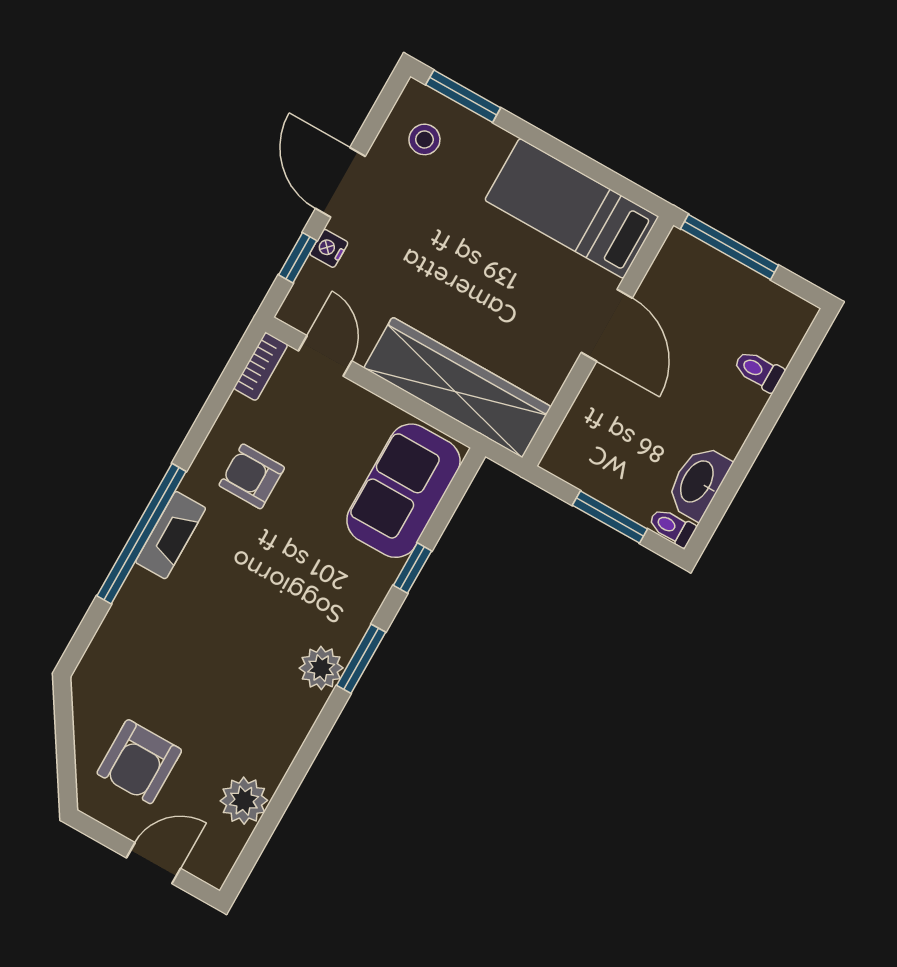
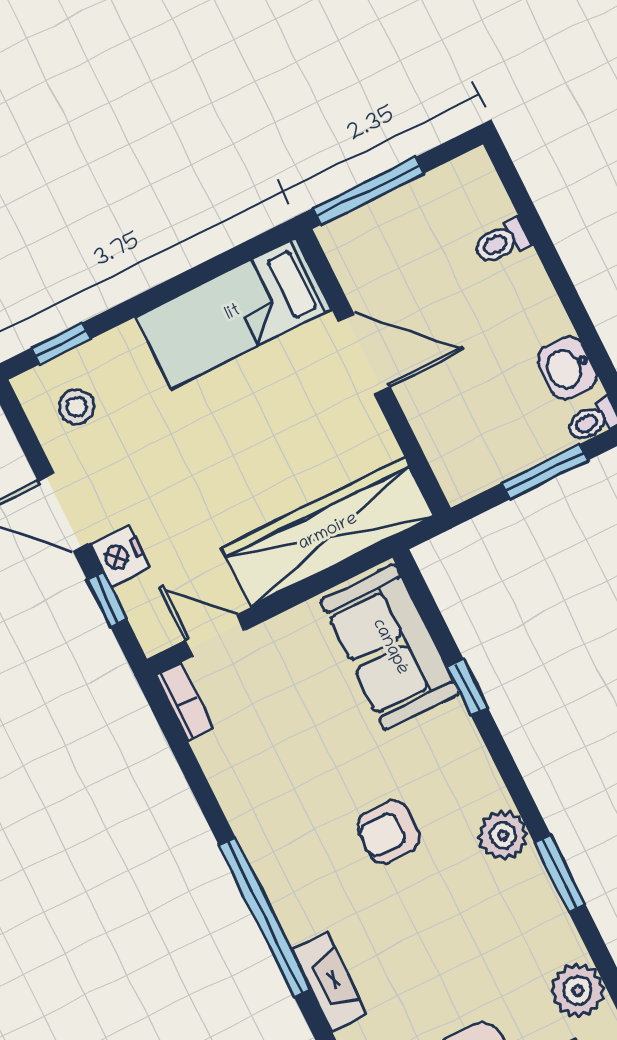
window: (463, 96) -> (61, 343), width x0.67
nightstand: (329, 248) -> (120, 556), width x1.39, depth x1.35
armchair: (252, 476) -> (388, 832), moved
washbasin: (698, 482) -> (567, 368), width x0.72
fireplace: (171, 535) -> (329, 982), moved
window: (361, 659) -> (560, 873), moved

